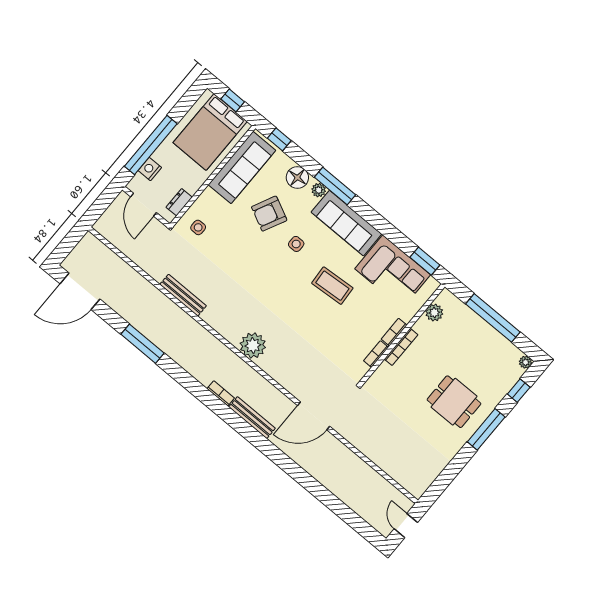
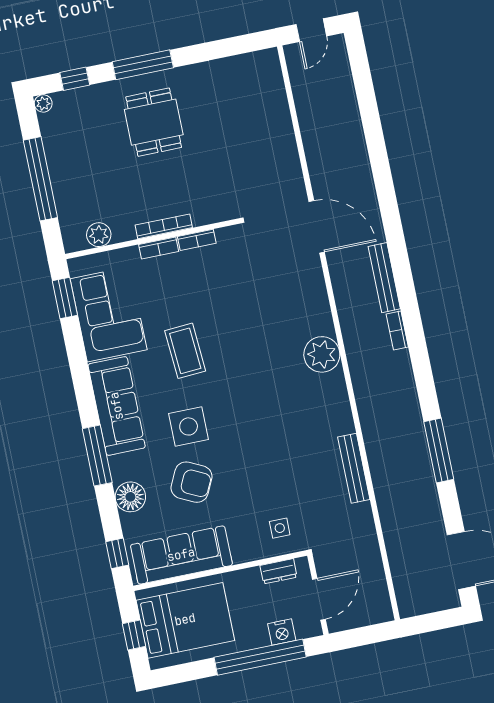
plant: (319, 190) -> (118, 465), removed
side table: (296, 244) -> (189, 426), width x1.87, depth x1.87

